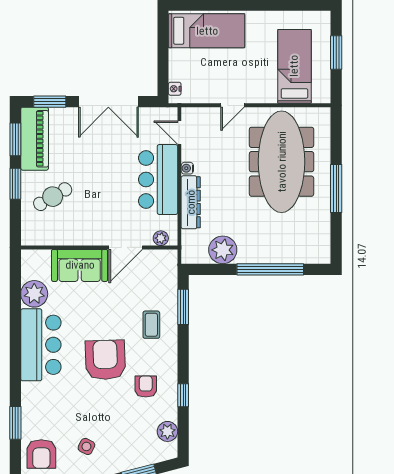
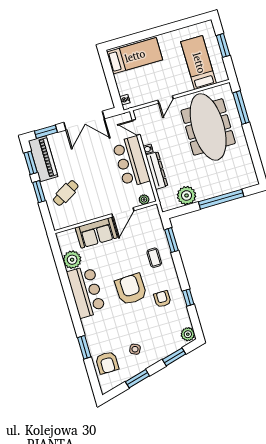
window: (336, 188) -> (241, 108), moved
plant: (167, 431) -> (188, 334), moved

